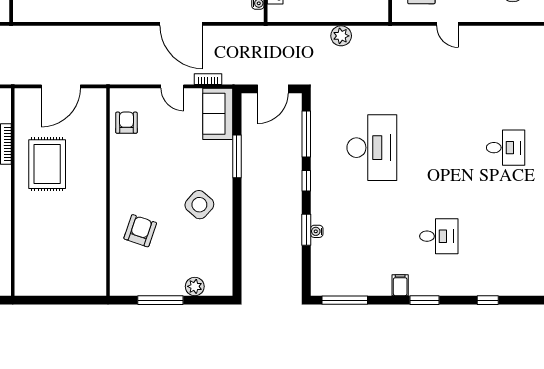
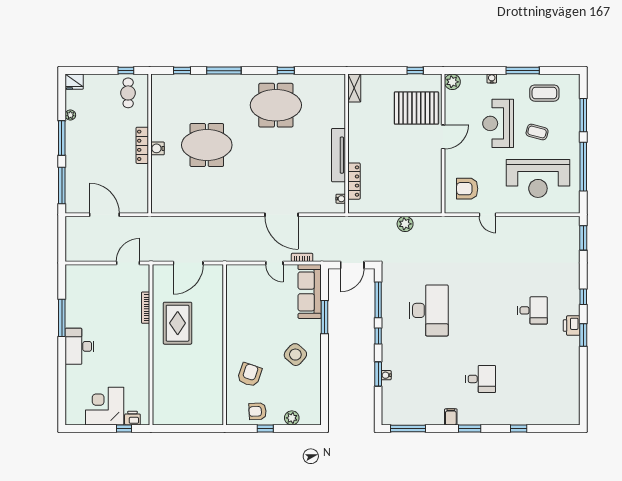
sofa: (218, 114) -> (310, 291), width x1.36
armchair: (126, 123) -> (258, 411), moved, turned -93
window: (160, 300) -> (265, 428), width x0.46

